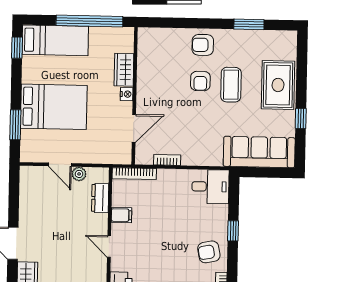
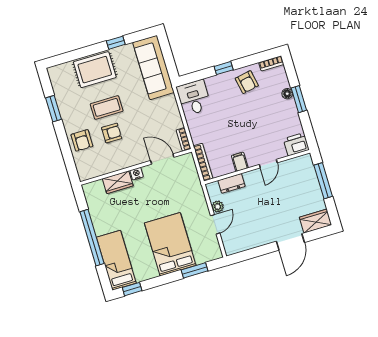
wardrobe: (124, 70) -> (118, 182), moved
nightstand: (127, 94) -> (137, 174), moved
wall: (135, 96) -> (136, 167), moved
door: (134, 128) -> (162, 159), moved

